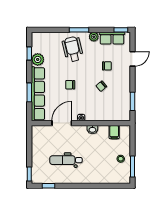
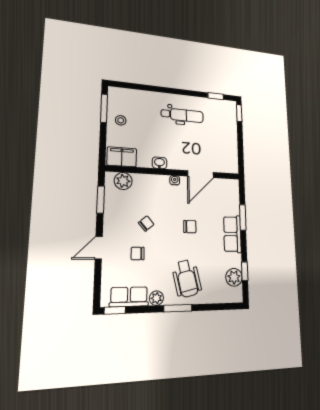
plant: (38, 59) -> (234, 277), moved
door: (133, 59) -> (99, 248), moved
row of seats: (38, 94) -> (232, 234), width x0.50
plant: (118, 115) -> (123, 181), added
filing cabinet: (114, 132) -> (122, 157), width x2.00
dental chair: (66, 160) -> (182, 115), moved

